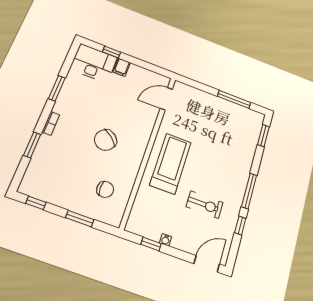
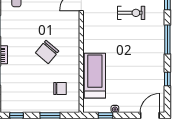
treadmill: (171, 163) -> (95, 76), moved
window: (249, 191) -> (167, 40), moved
exercise bike: (205, 205) -> (131, 13), moved

